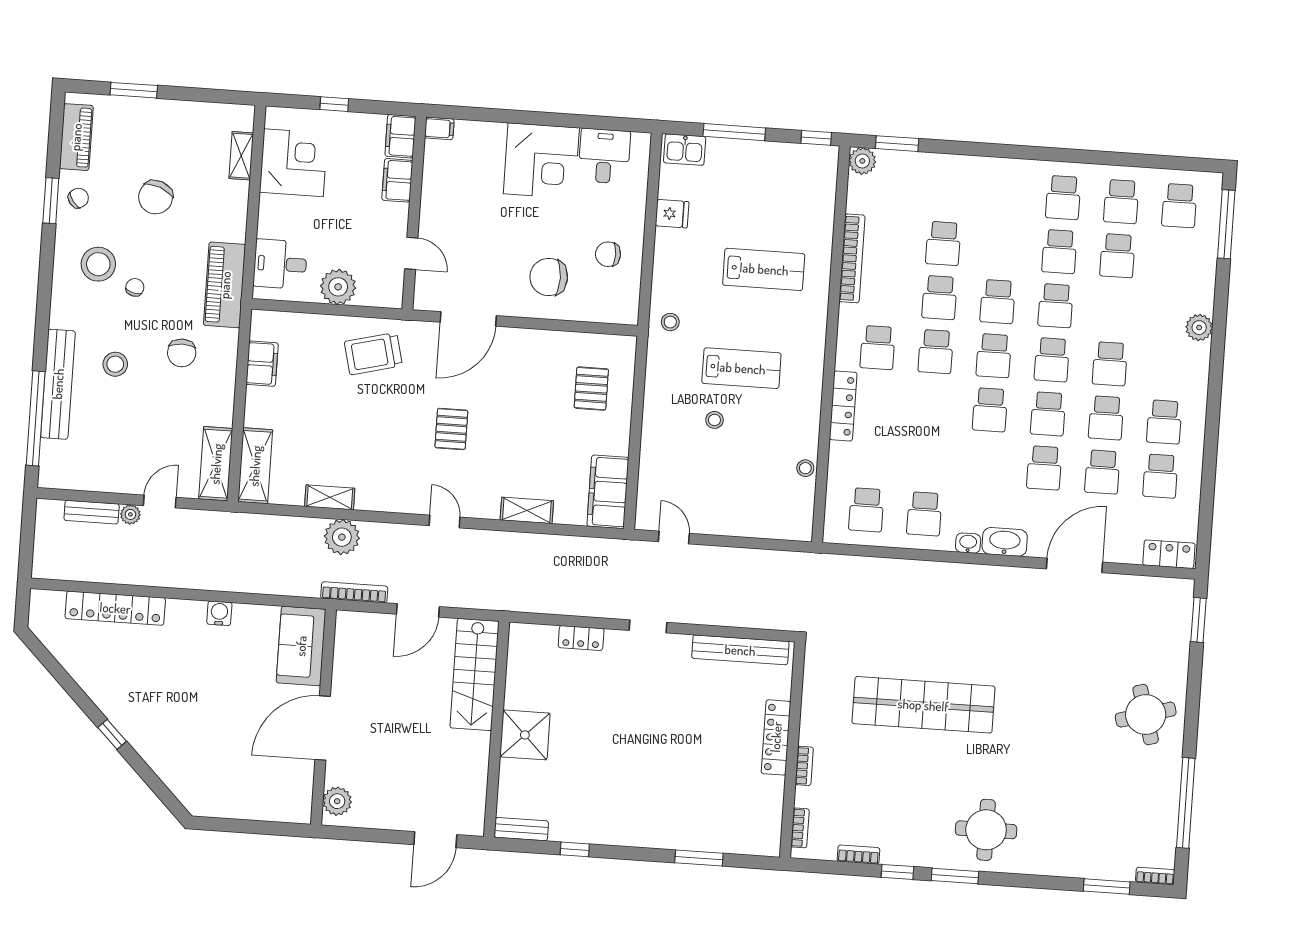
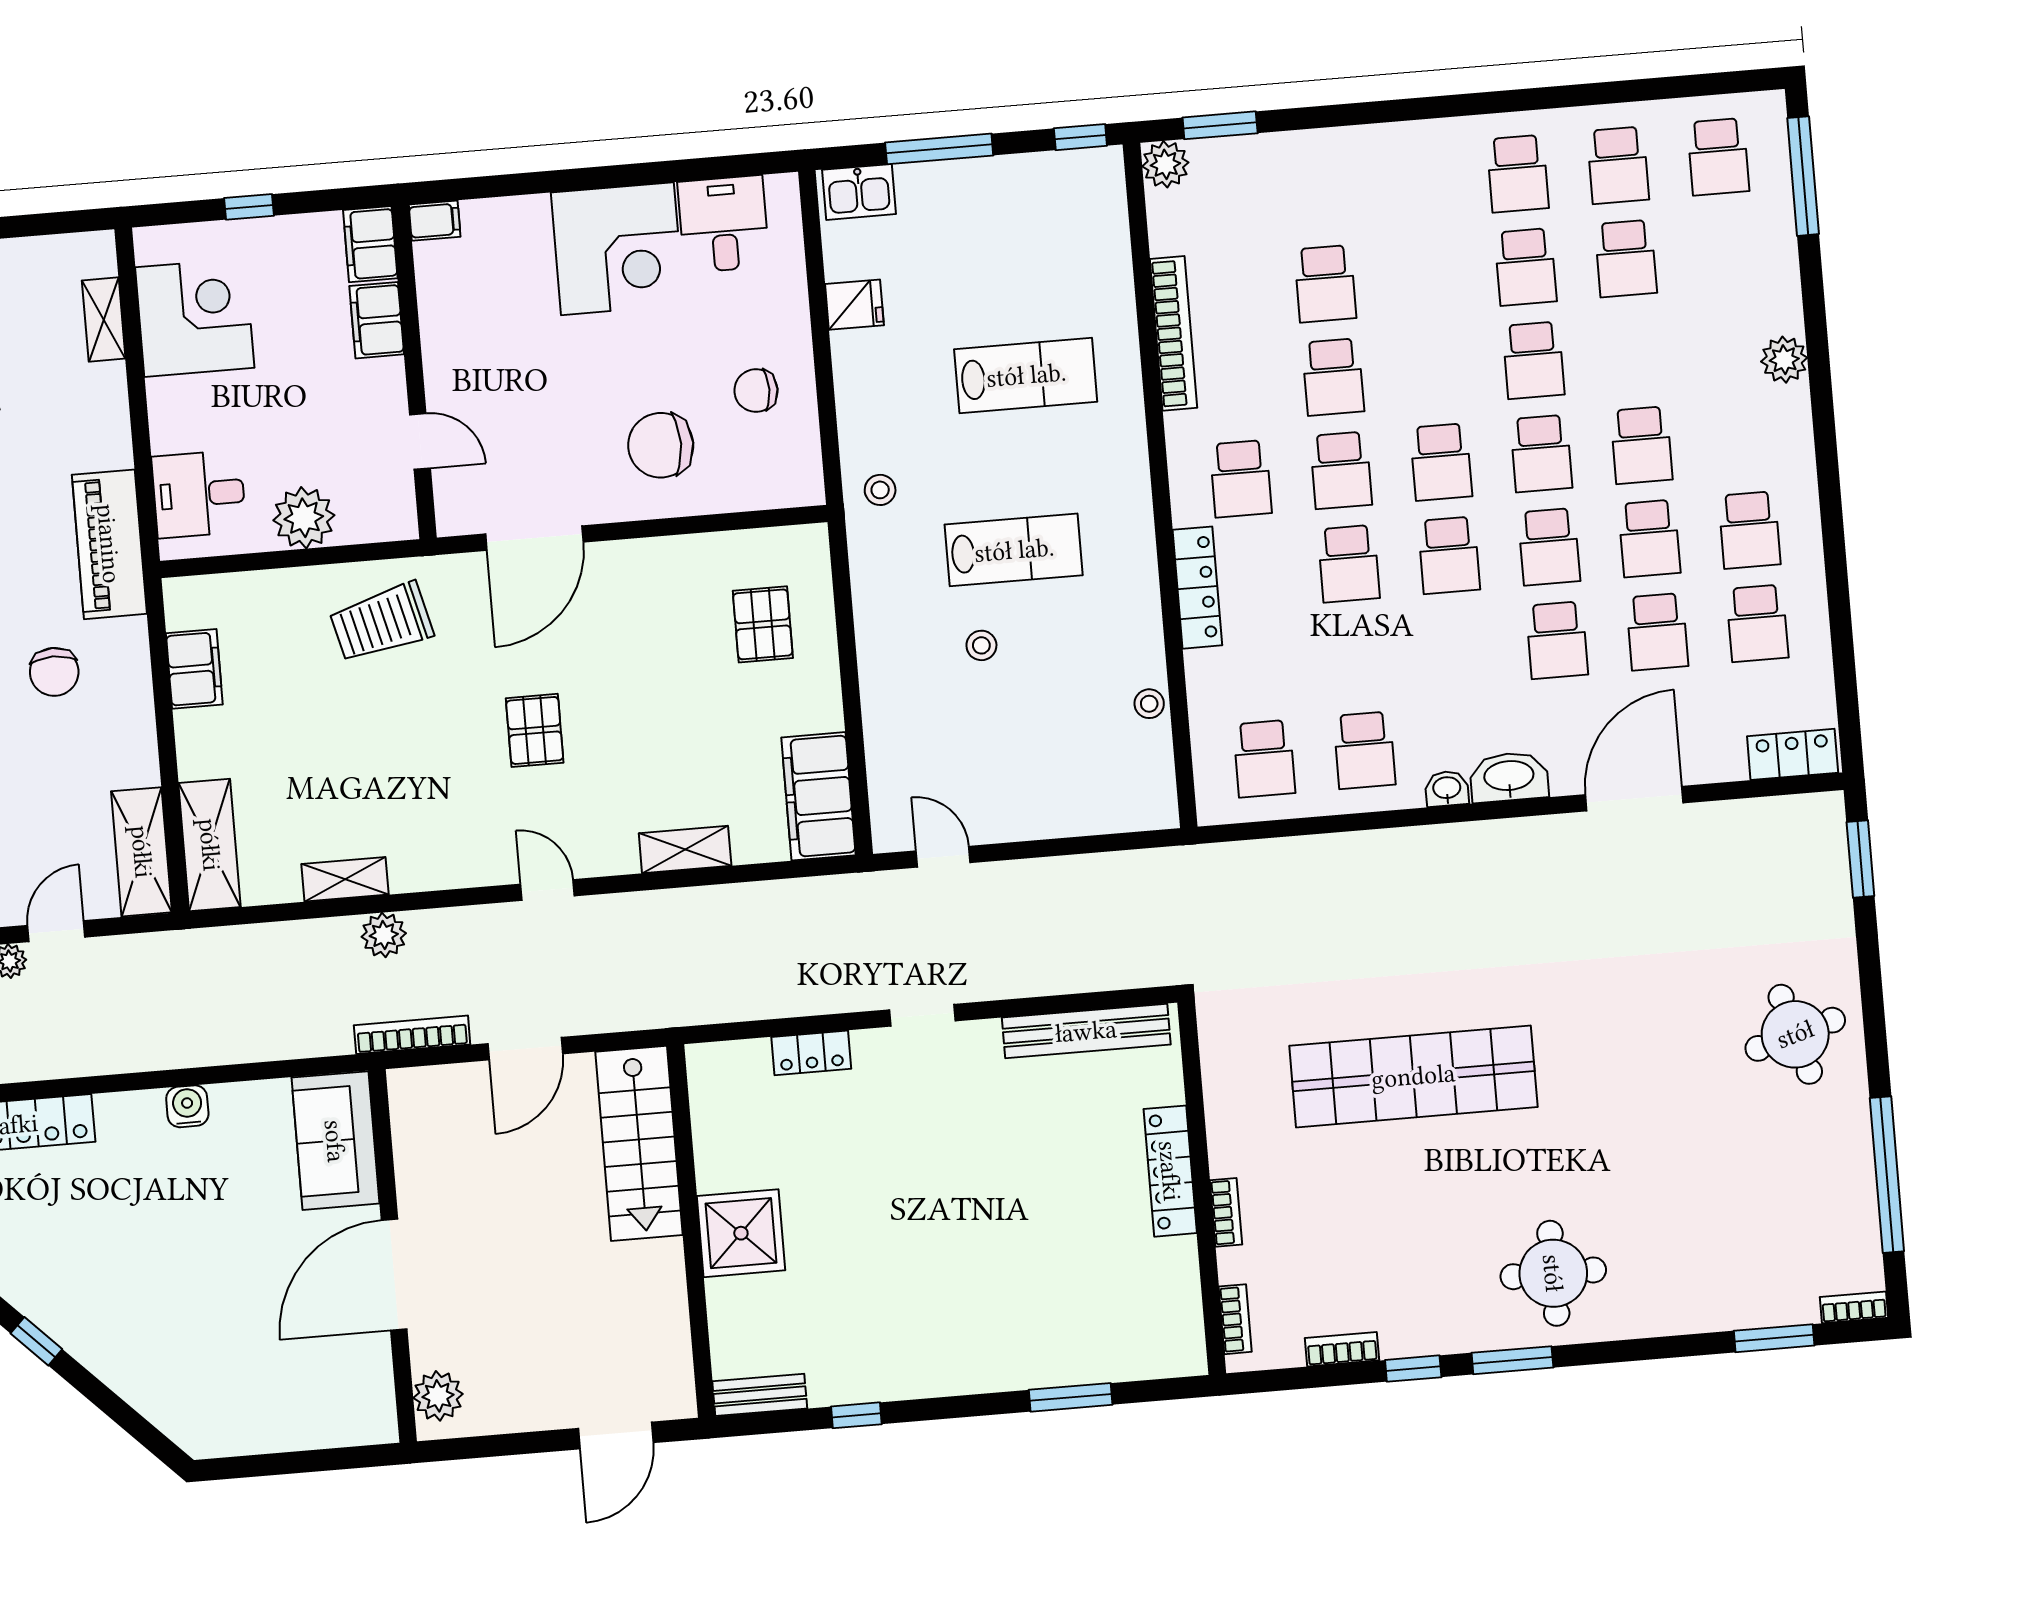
school desk: (998, 302) -> (1349, 564), moved
plant: (342, 537) -> (384, 935), width x0.73, depth x0.73

